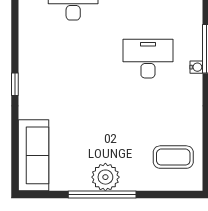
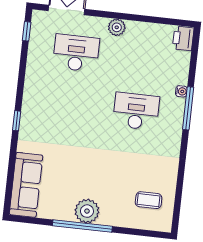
water cooler: (196, 67) -> (181, 91), moved
coffee table: (173, 157) -> (149, 200), width x0.73, depth x0.77

